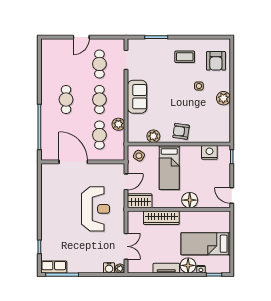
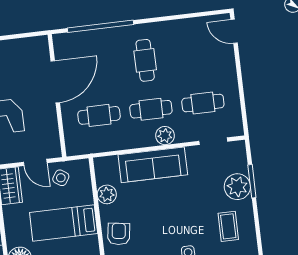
door: (81, 37) -> (234, 31), moved
plant: (159, 47) -> (237, 187), added
sofa: (137, 97) -> (153, 165), width x1.36
cafe table: (66, 100) -> (145, 60), turned 90
plant: (118, 124) -> (165, 136), moved
side table: (139, 156) -> (61, 178), moved

